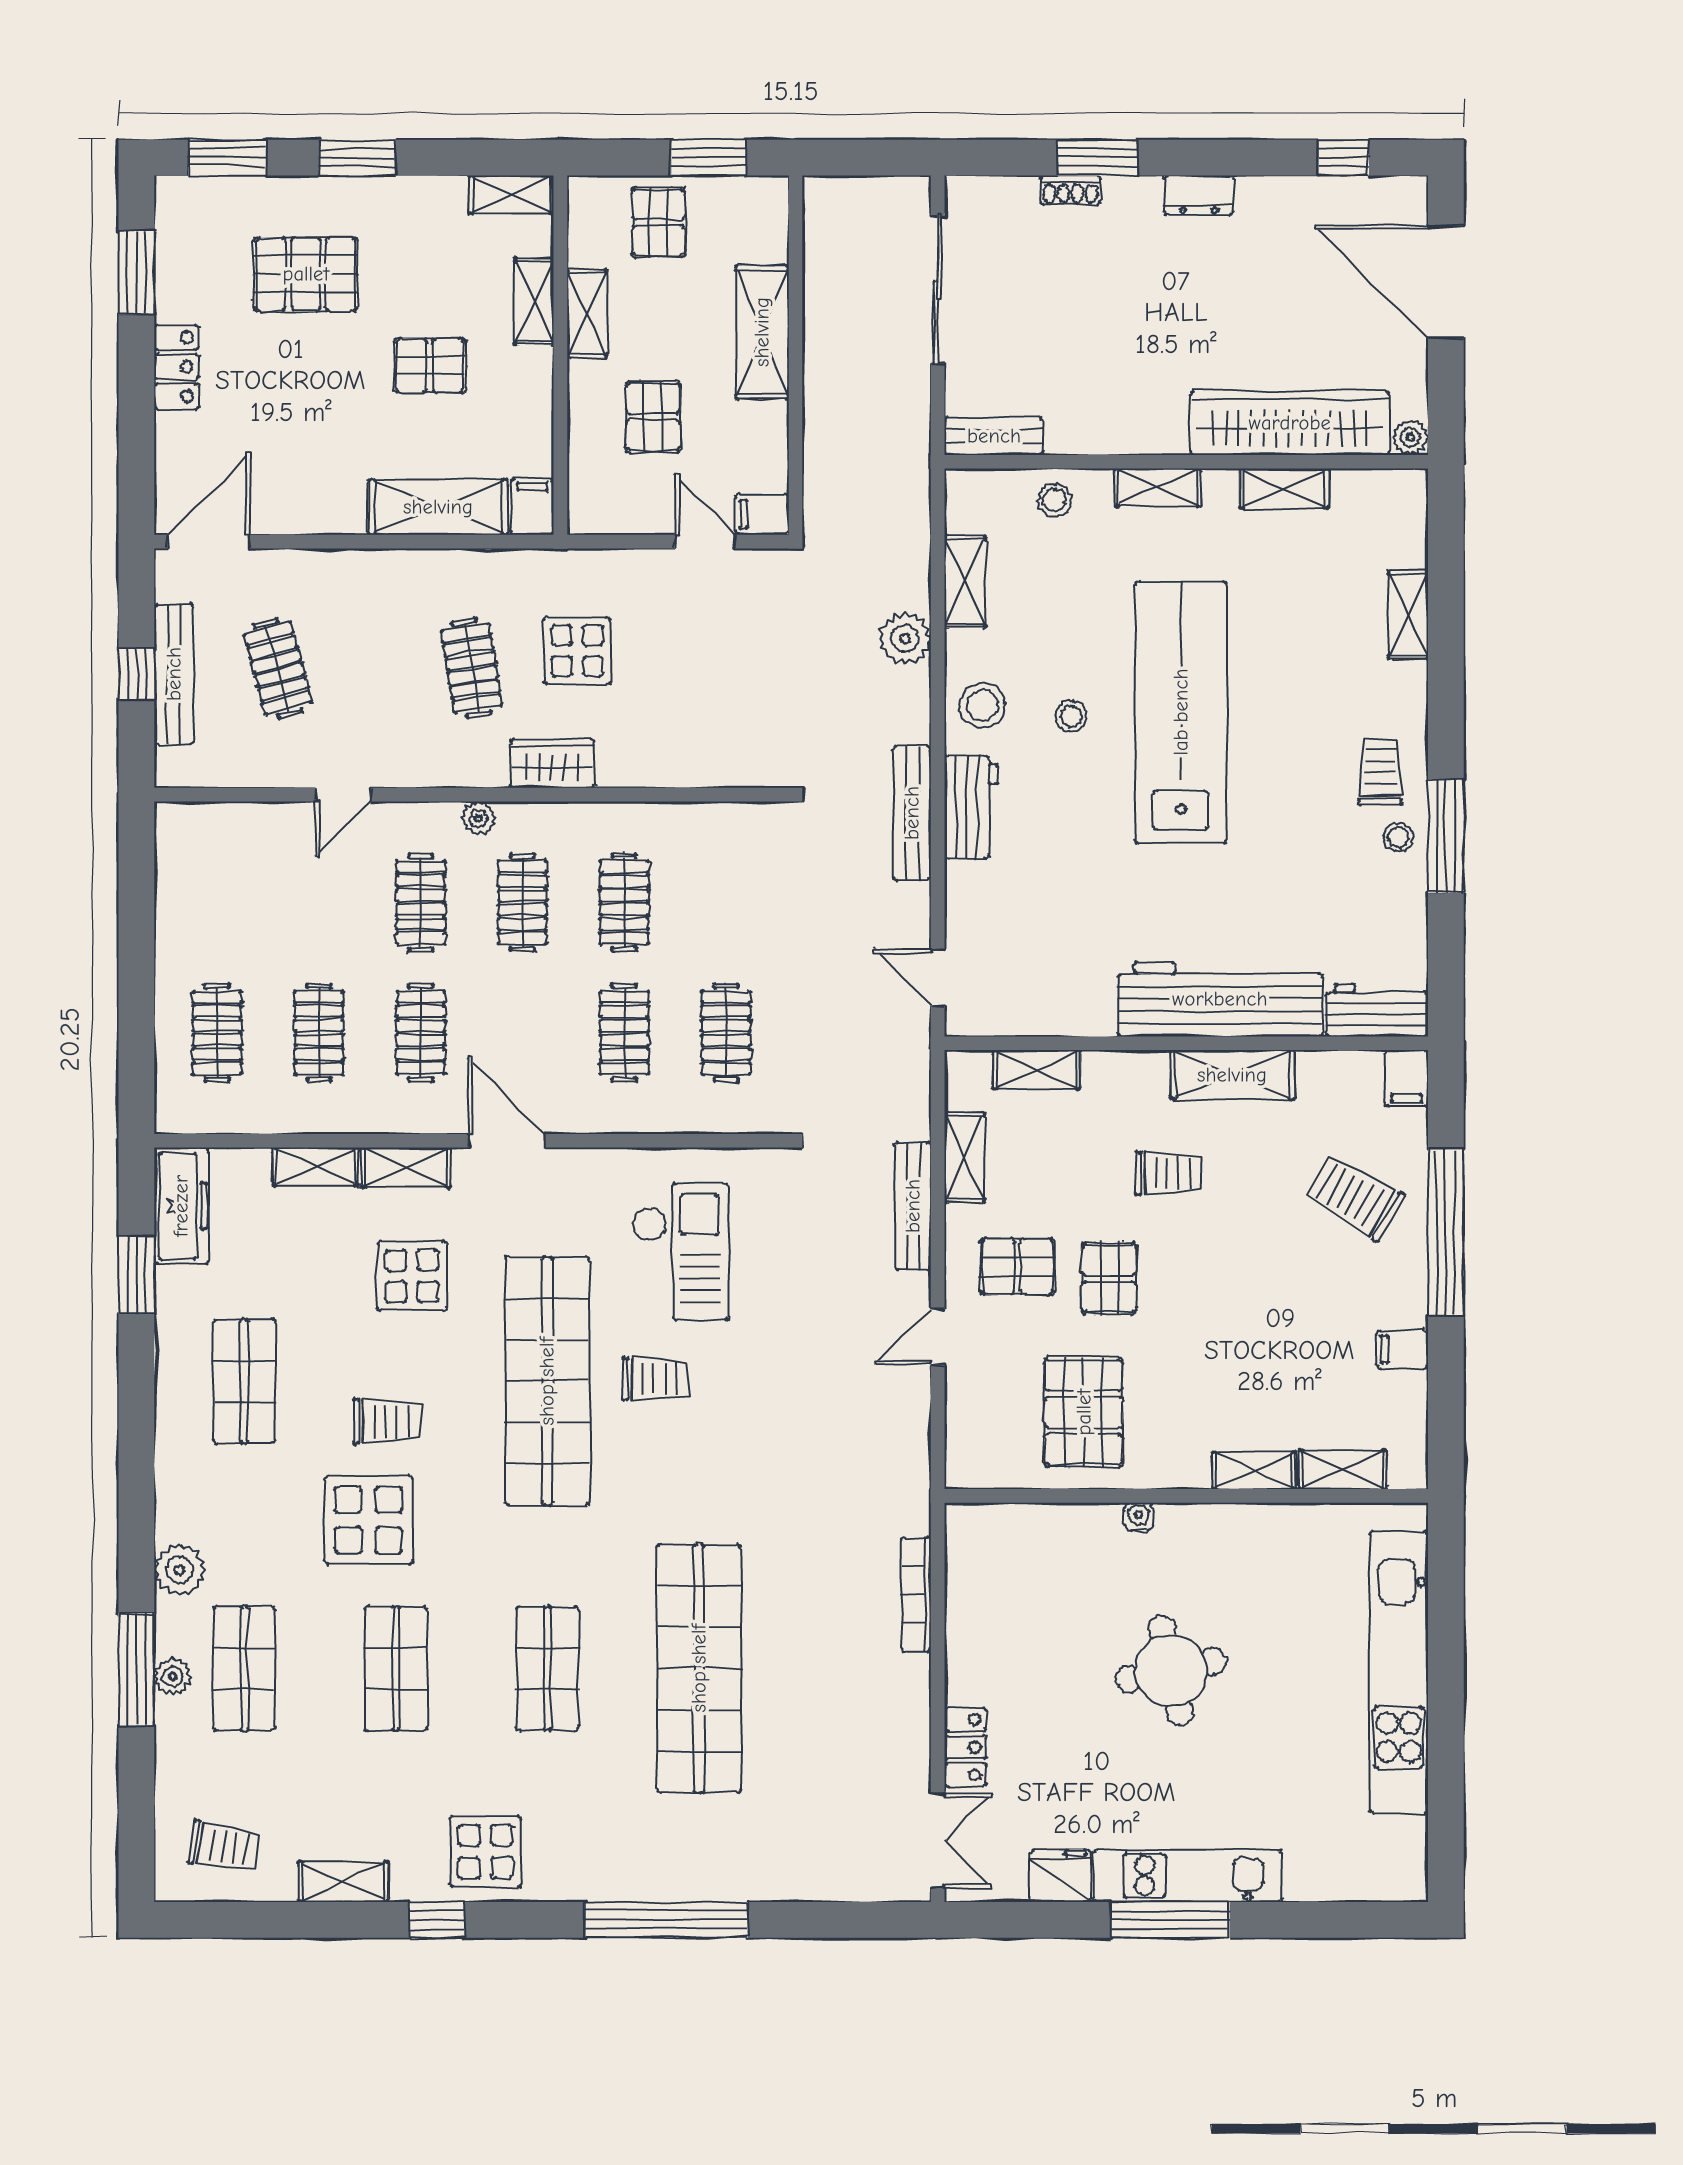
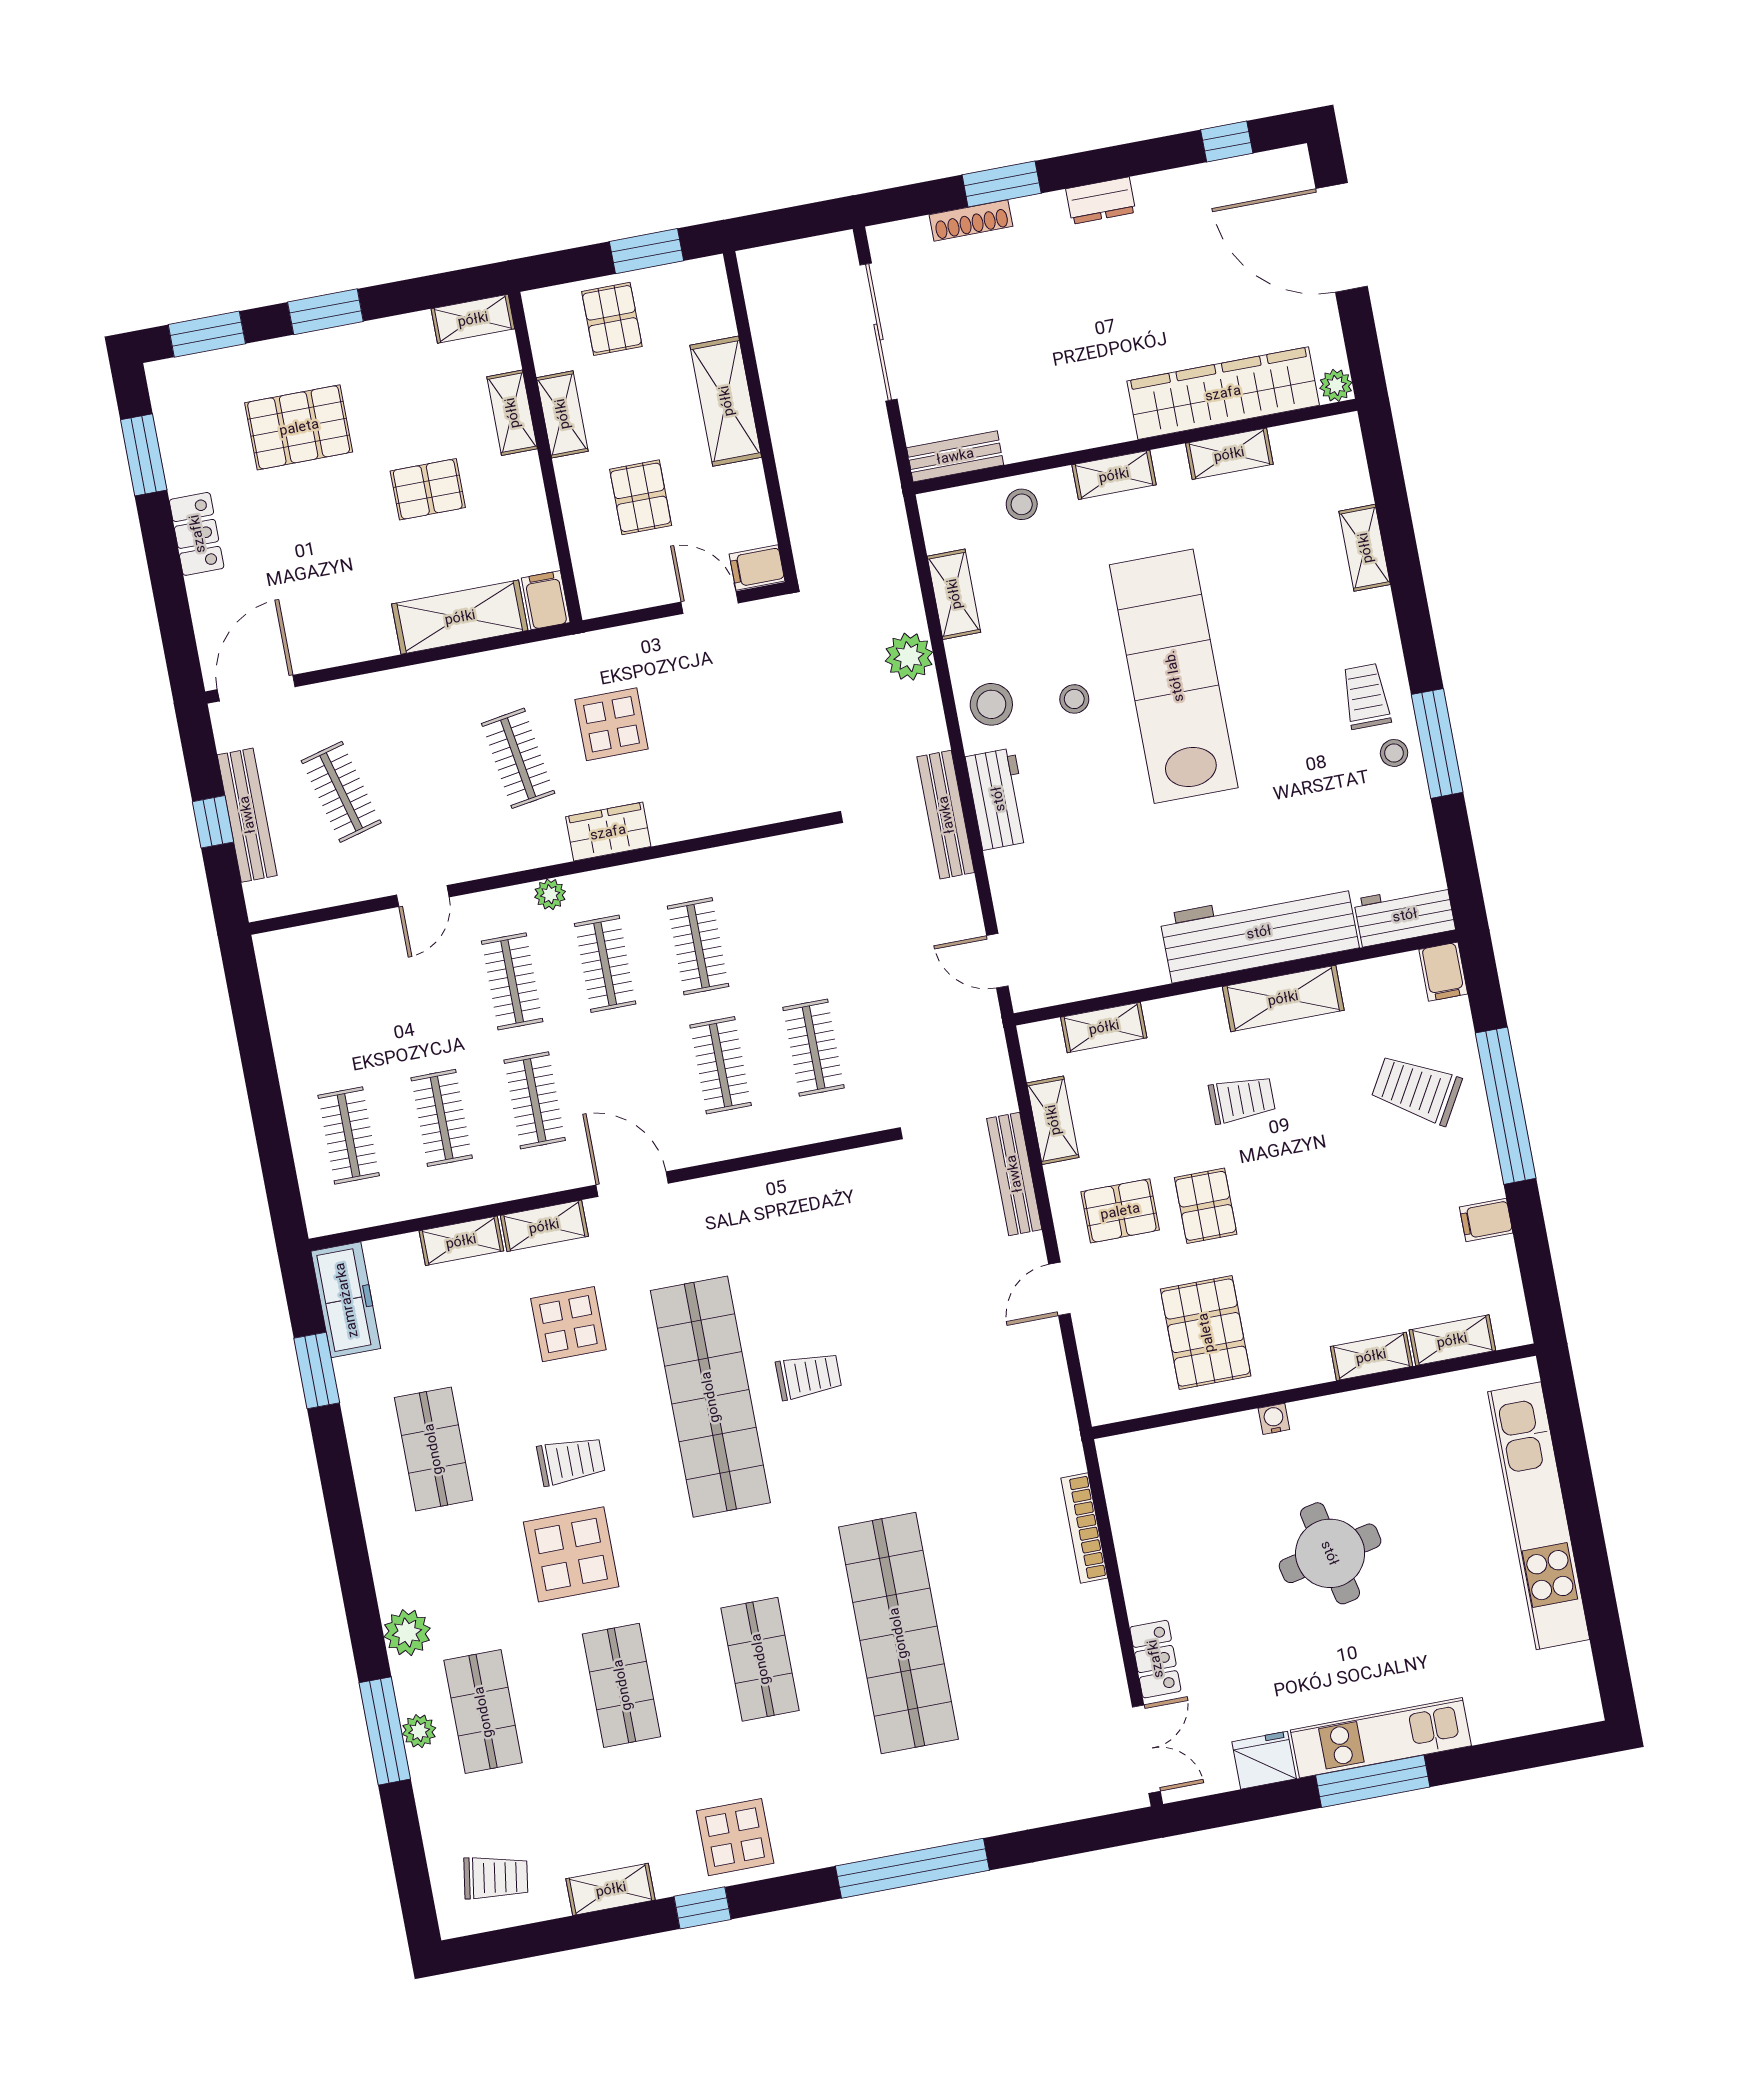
shoe rack: (1070, 190) -> (971, 220), width x1.43
checkout: (680, 1251) -> (809, 1255), removed

